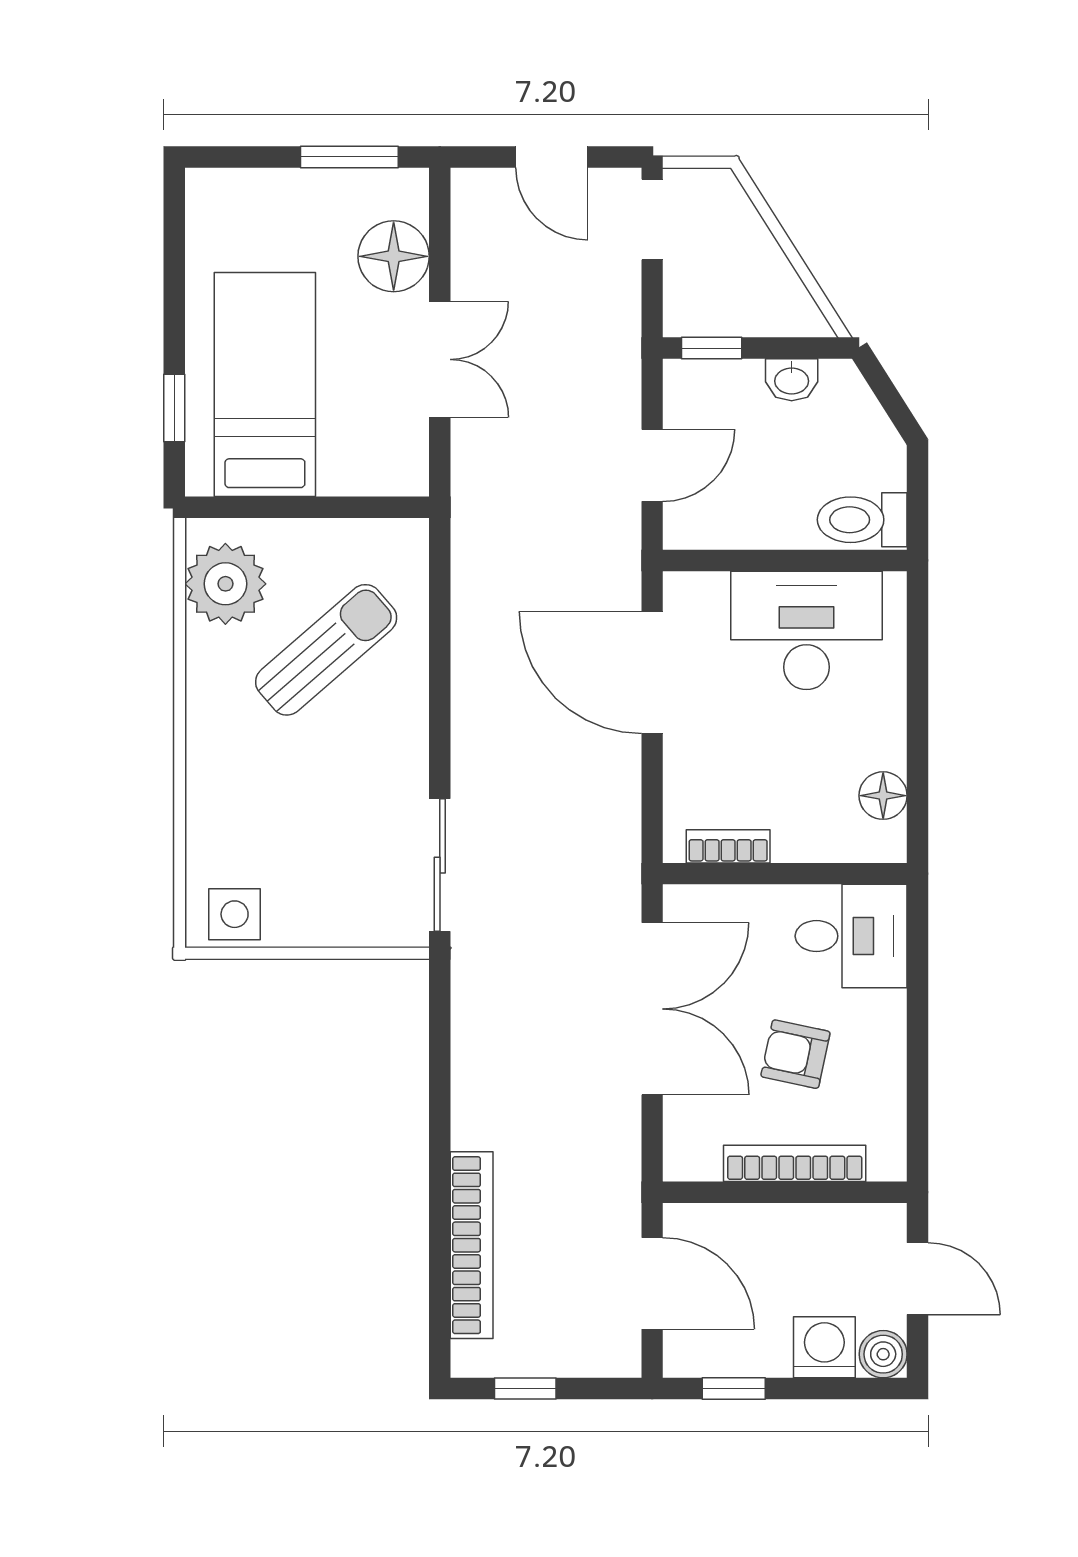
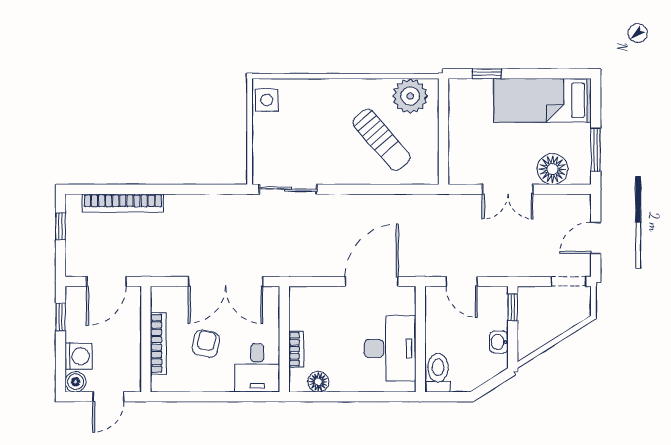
bed: (265, 385) -> (542, 100), moved, turned 180
bookcase: (728, 846) -> (296, 349), moved

